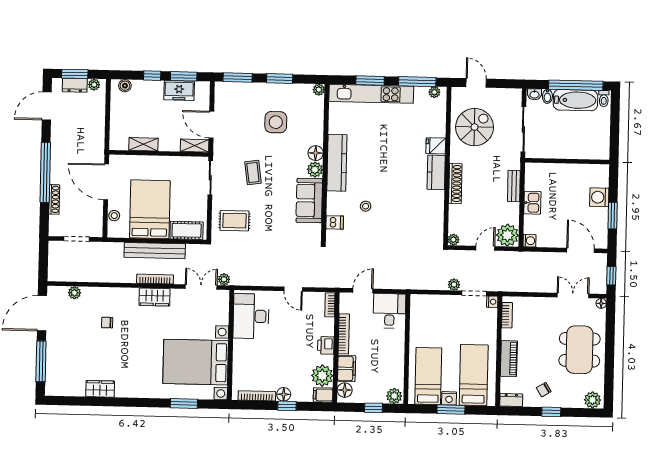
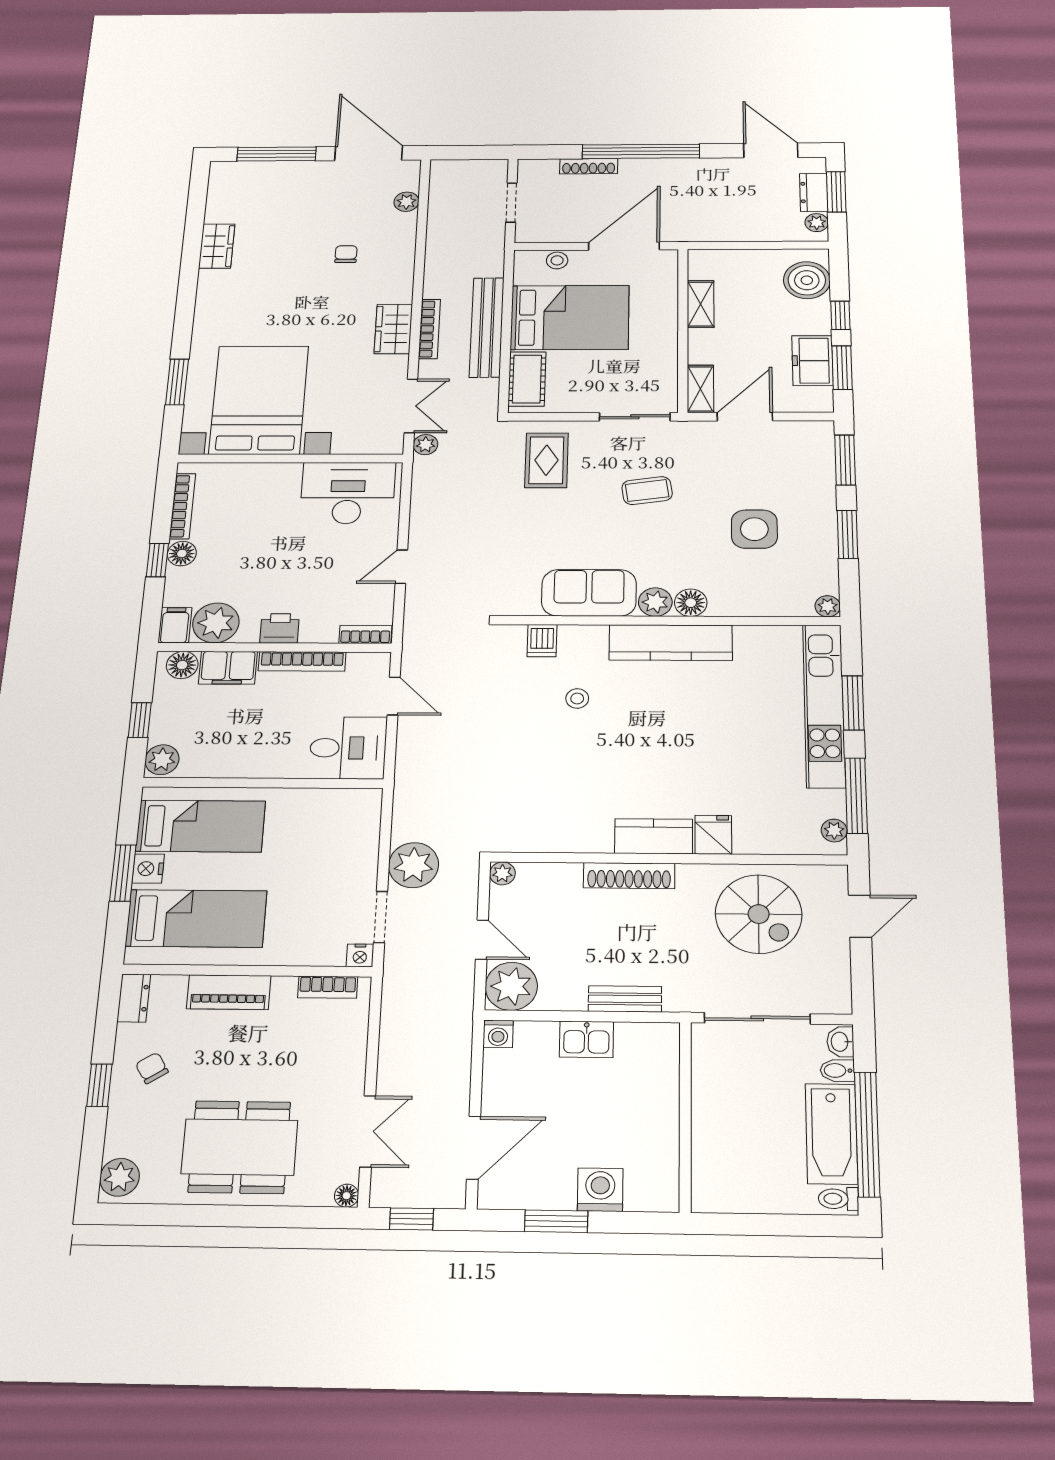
boiler: (125, 86) -> (807, 280), width x1.86, depth x1.86
plant: (454, 285) -> (414, 865), width x1.88, depth x1.88

